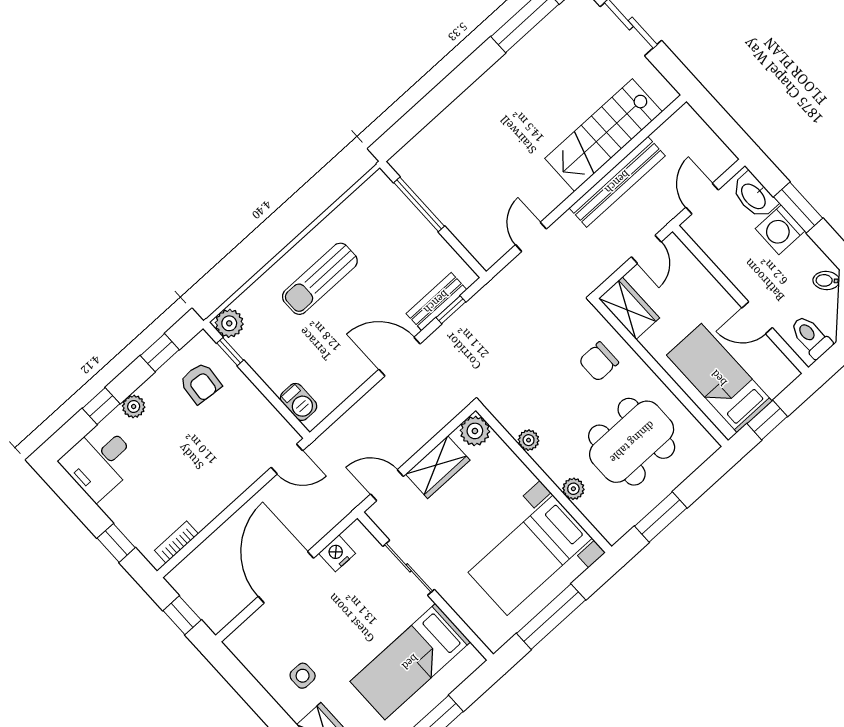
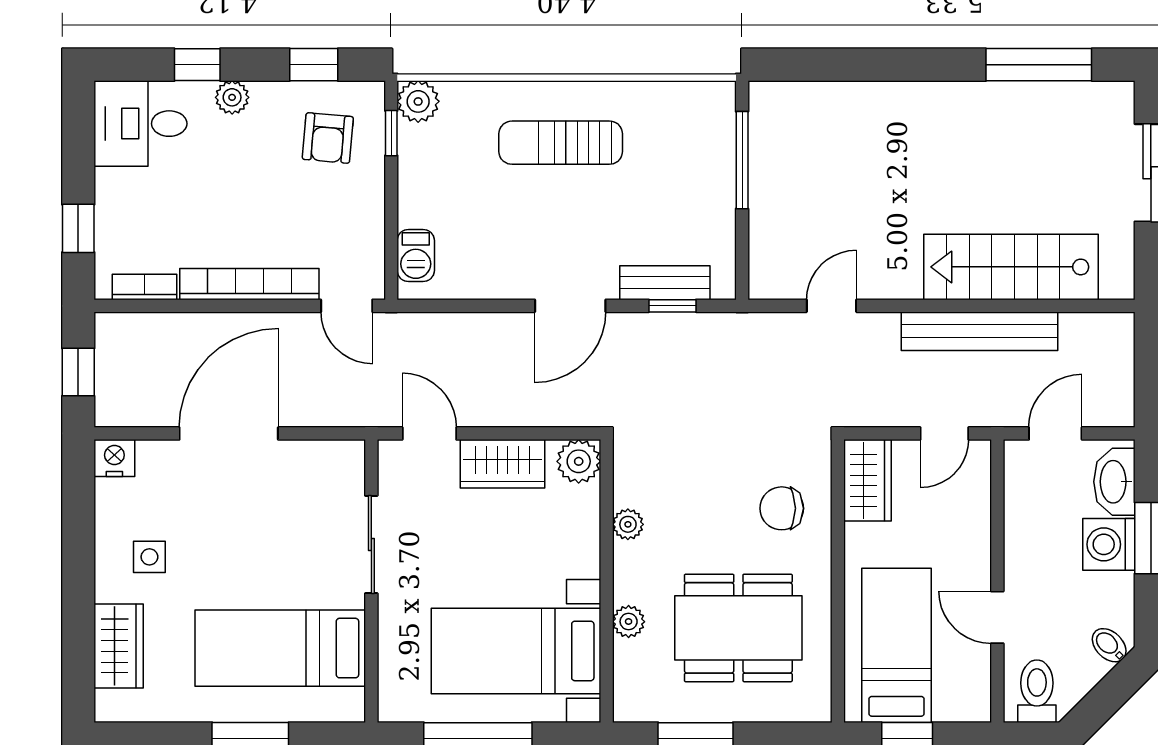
door: (399, 357) -> (570, 306), swing flipped
bookcase: (228, 493) -> (249, 284), added
nightstand: (337, 553) -> (114, 458), moved

